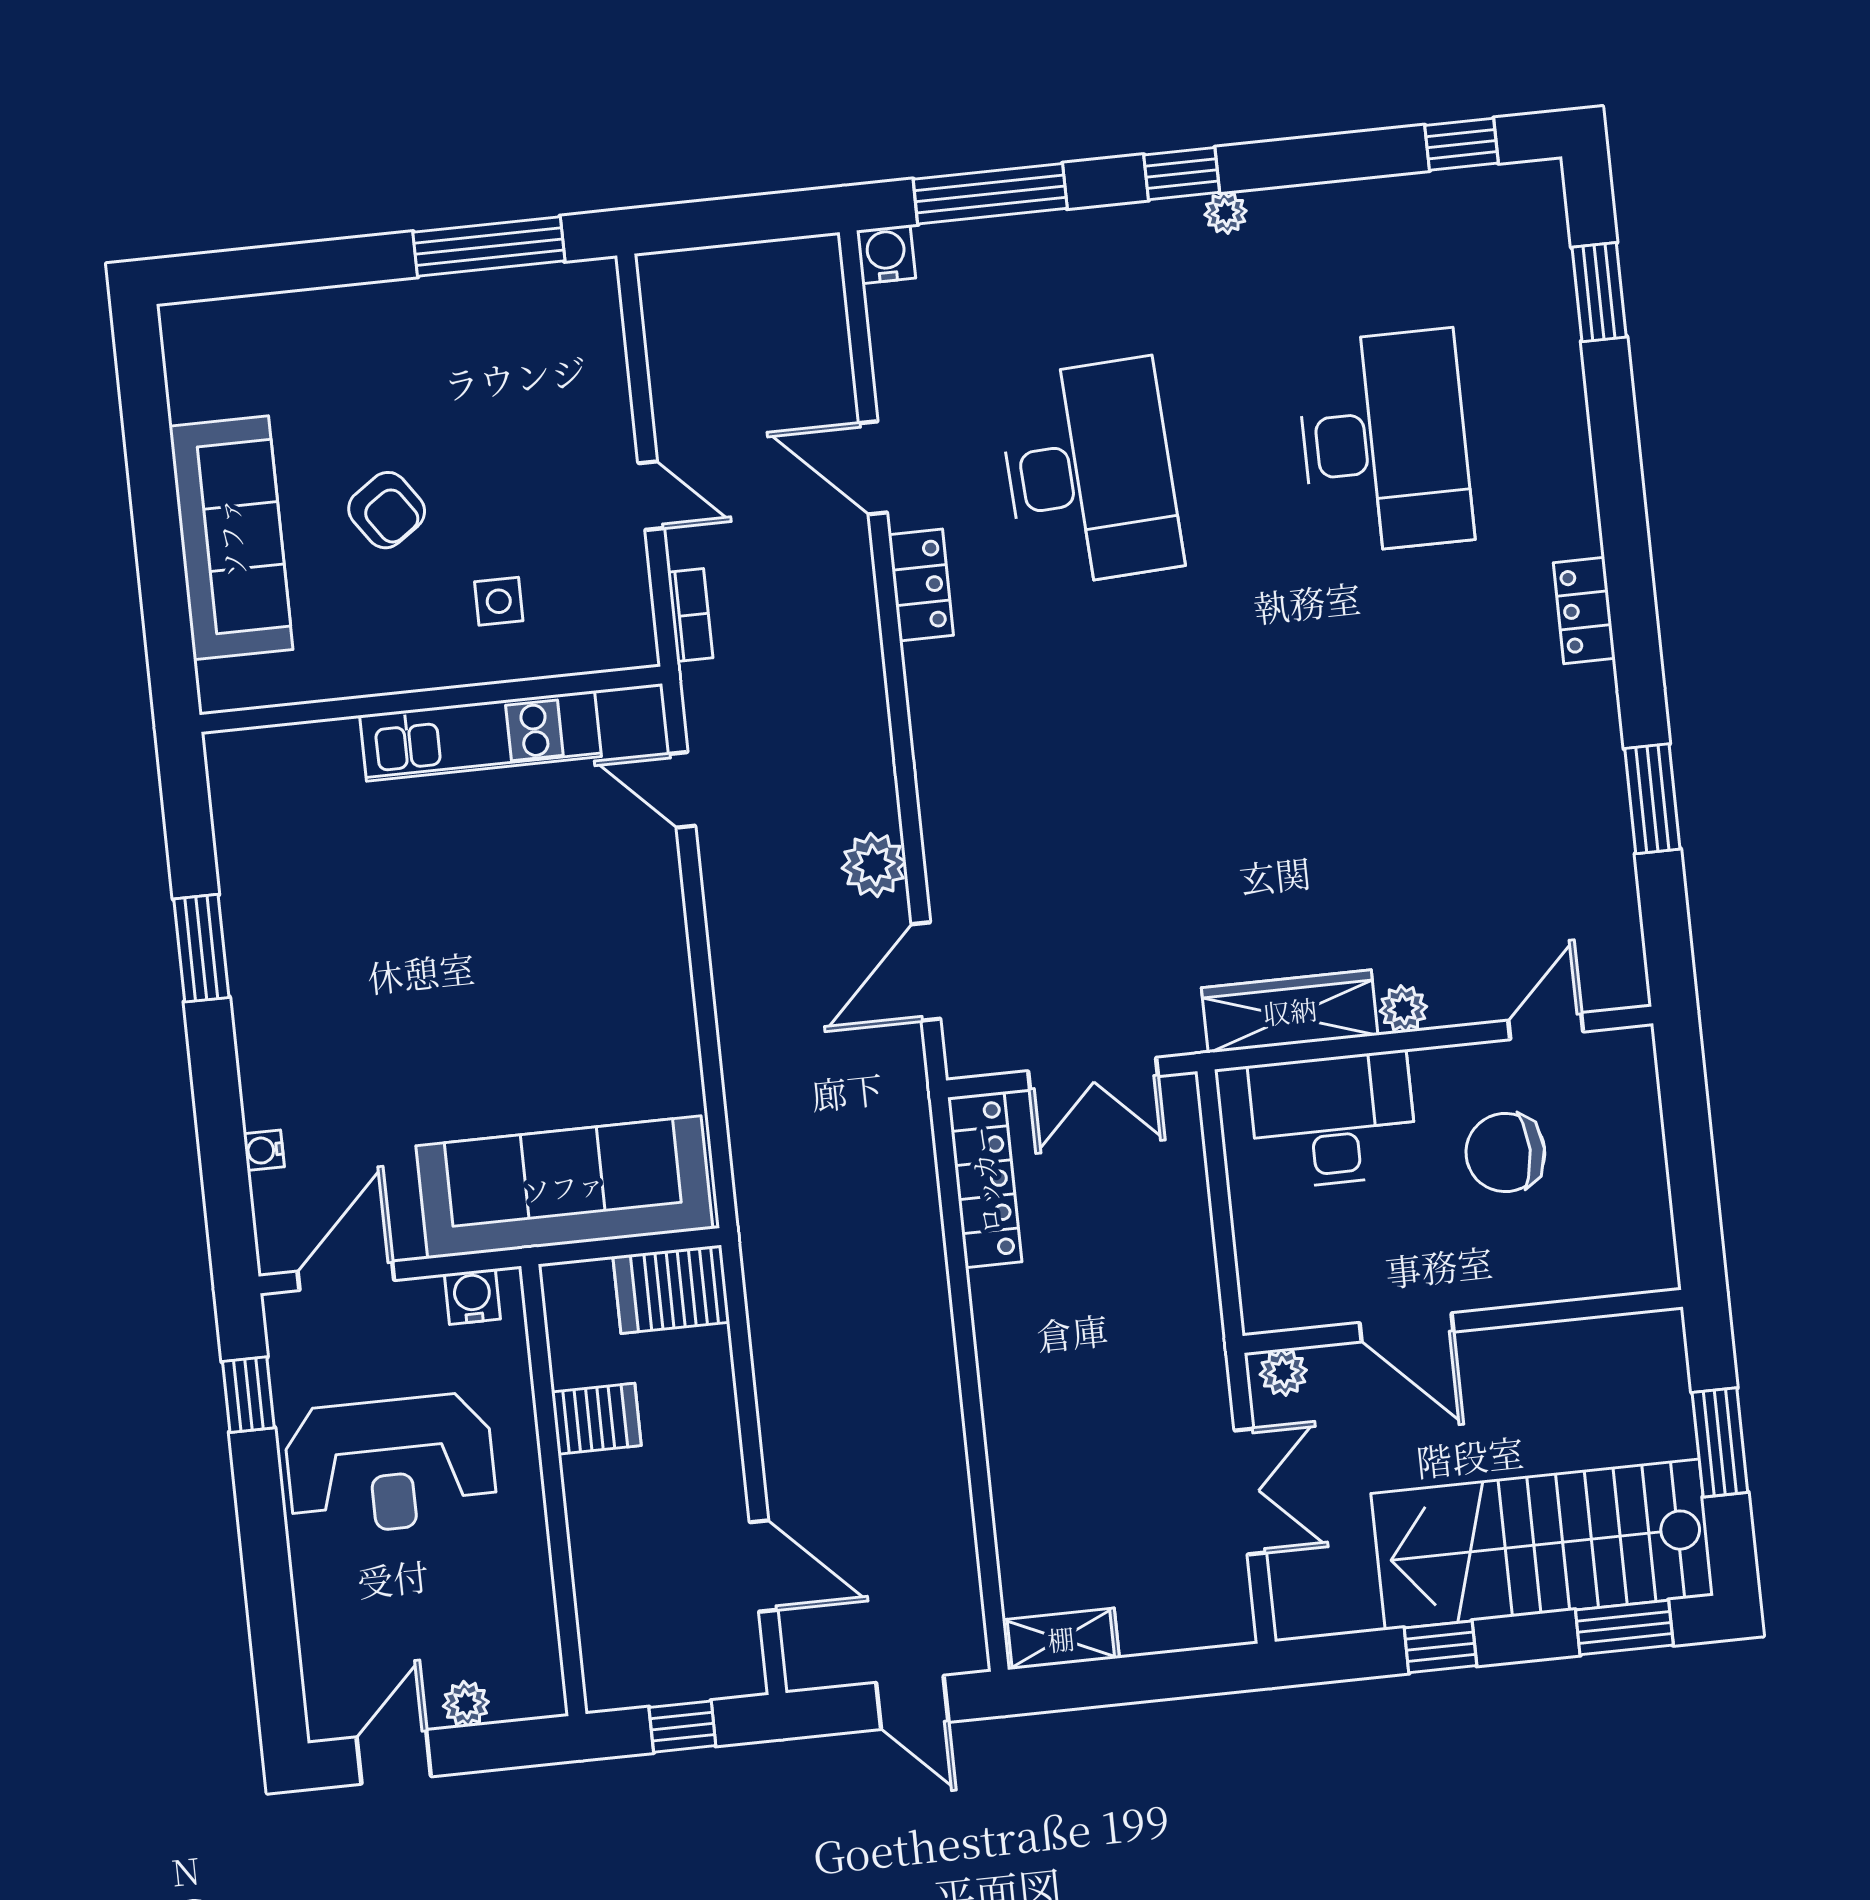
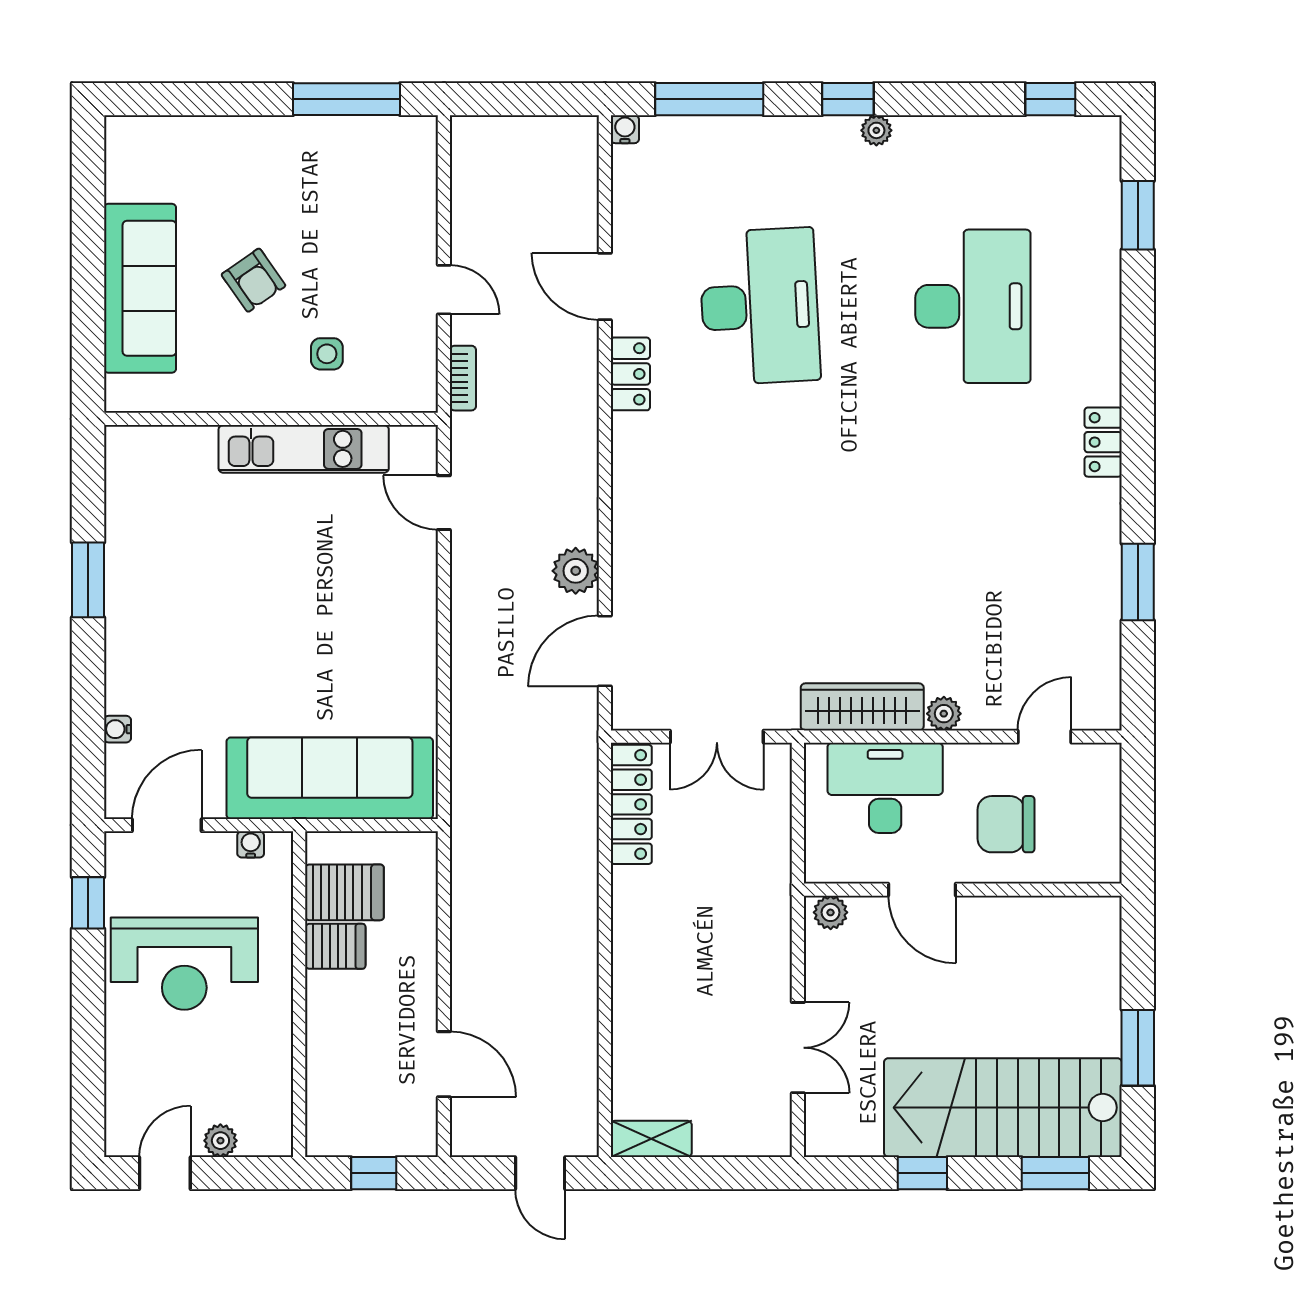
water cooler: (886, 254) -> (625, 129), width x0.72, depth x0.72
server rack: (671, 1289) -> (344, 892), moved, turned 180
water cooler: (472, 1297) -> (251, 844), width x0.72, depth x0.72
wall: (1463, 1321) -> (963, 890), moved
door: (1407, 1327) -> (922, 890), moved
plant: (1283, 1372) -> (831, 912), moved

